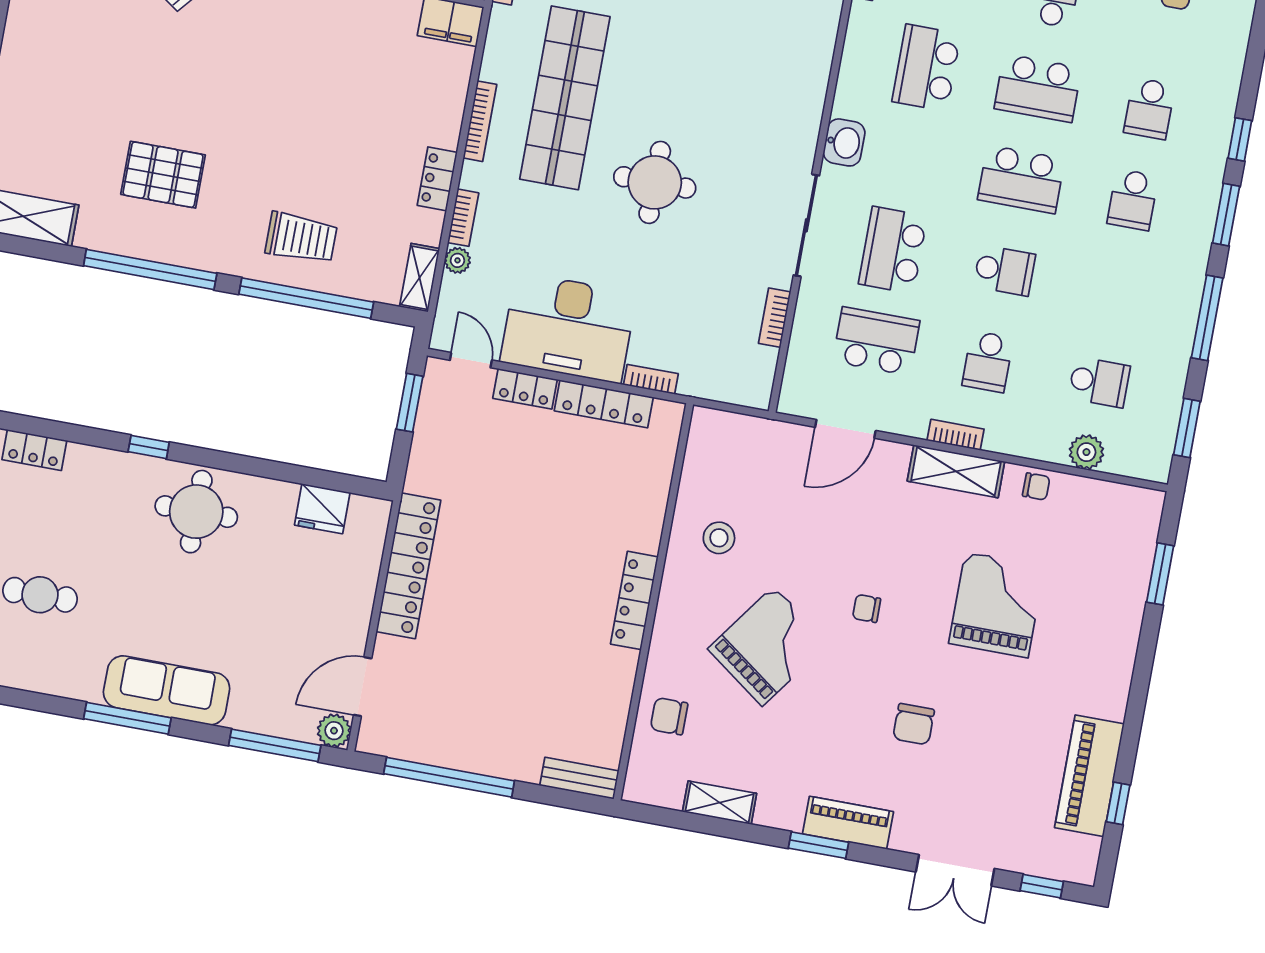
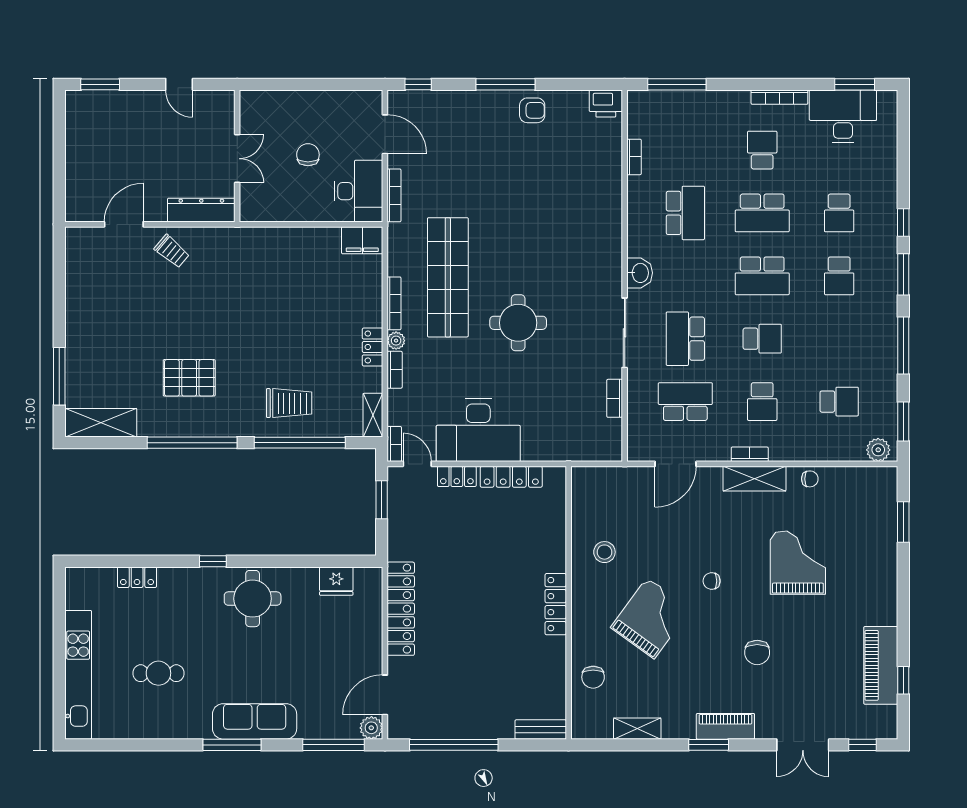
school desk: (926, 68) -> (685, 213), turned 180
plant: (457, 260) -> (396, 341), moved
bookcase: (651, 379) -> (394, 444), moved, turned 90
plant: (1086, 452) -> (878, 450), moved
chair: (669, 716) -> (593, 677), turned -90

